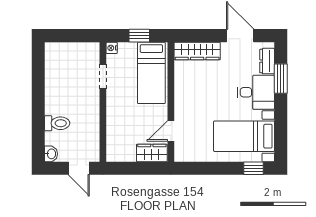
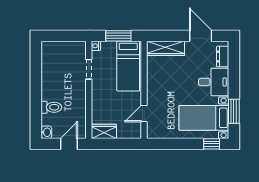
window: (139, 36) -> (118, 36), width x1.50
window: (281, 79) -> (234, 111), moved
wardrobe: (152, 153) -> (104, 131), moved
door: (79, 168) -> (69, 144), swing flipped

